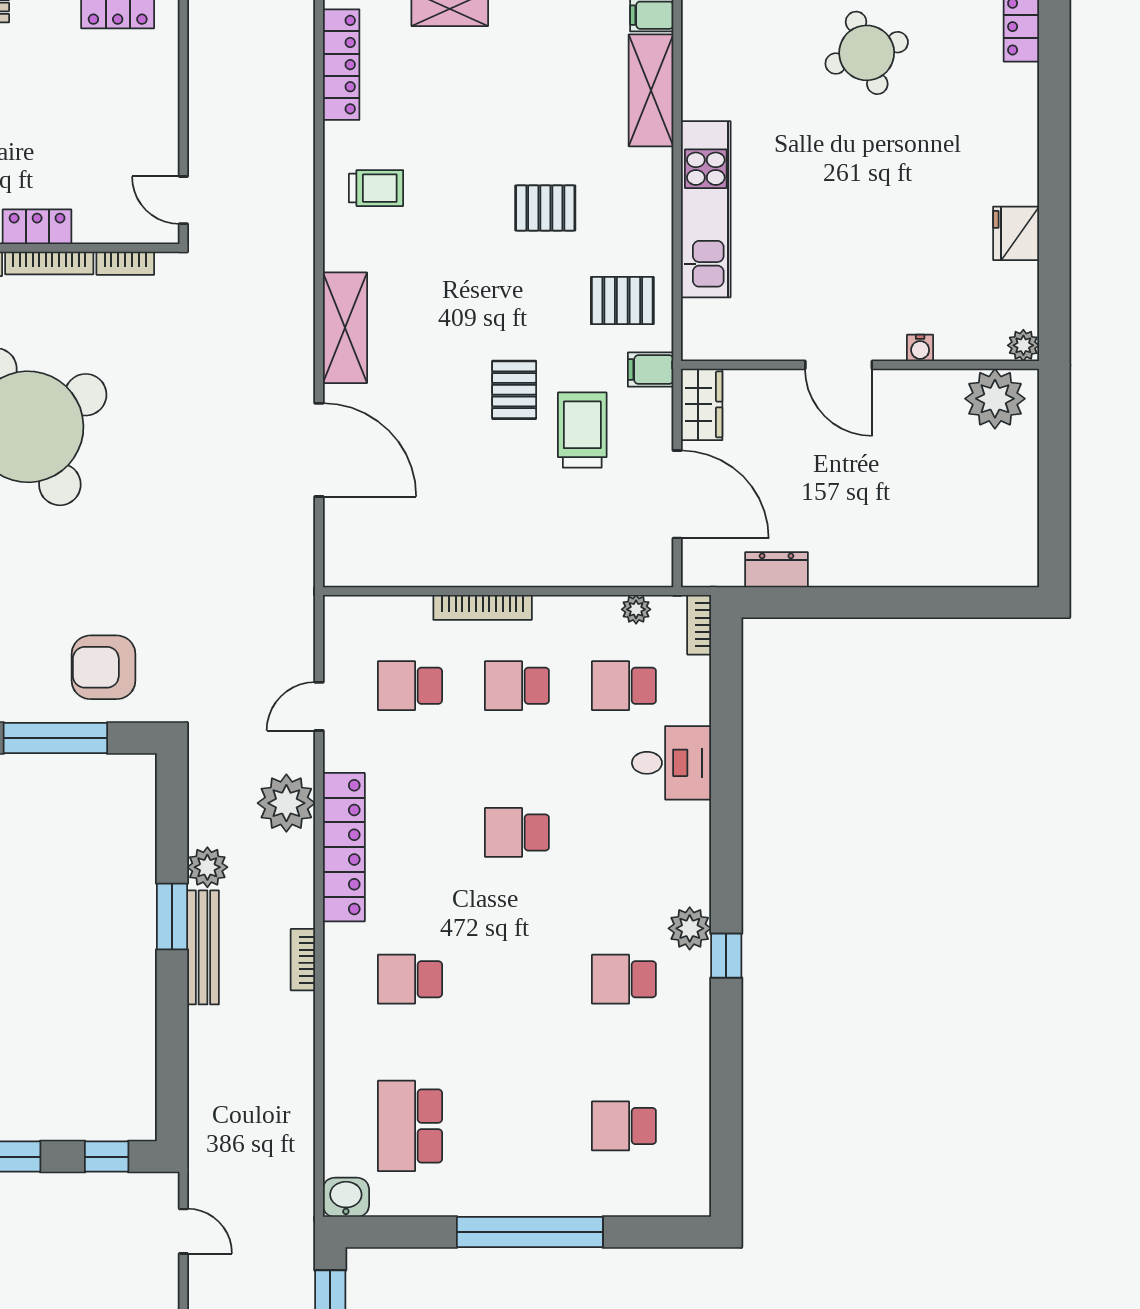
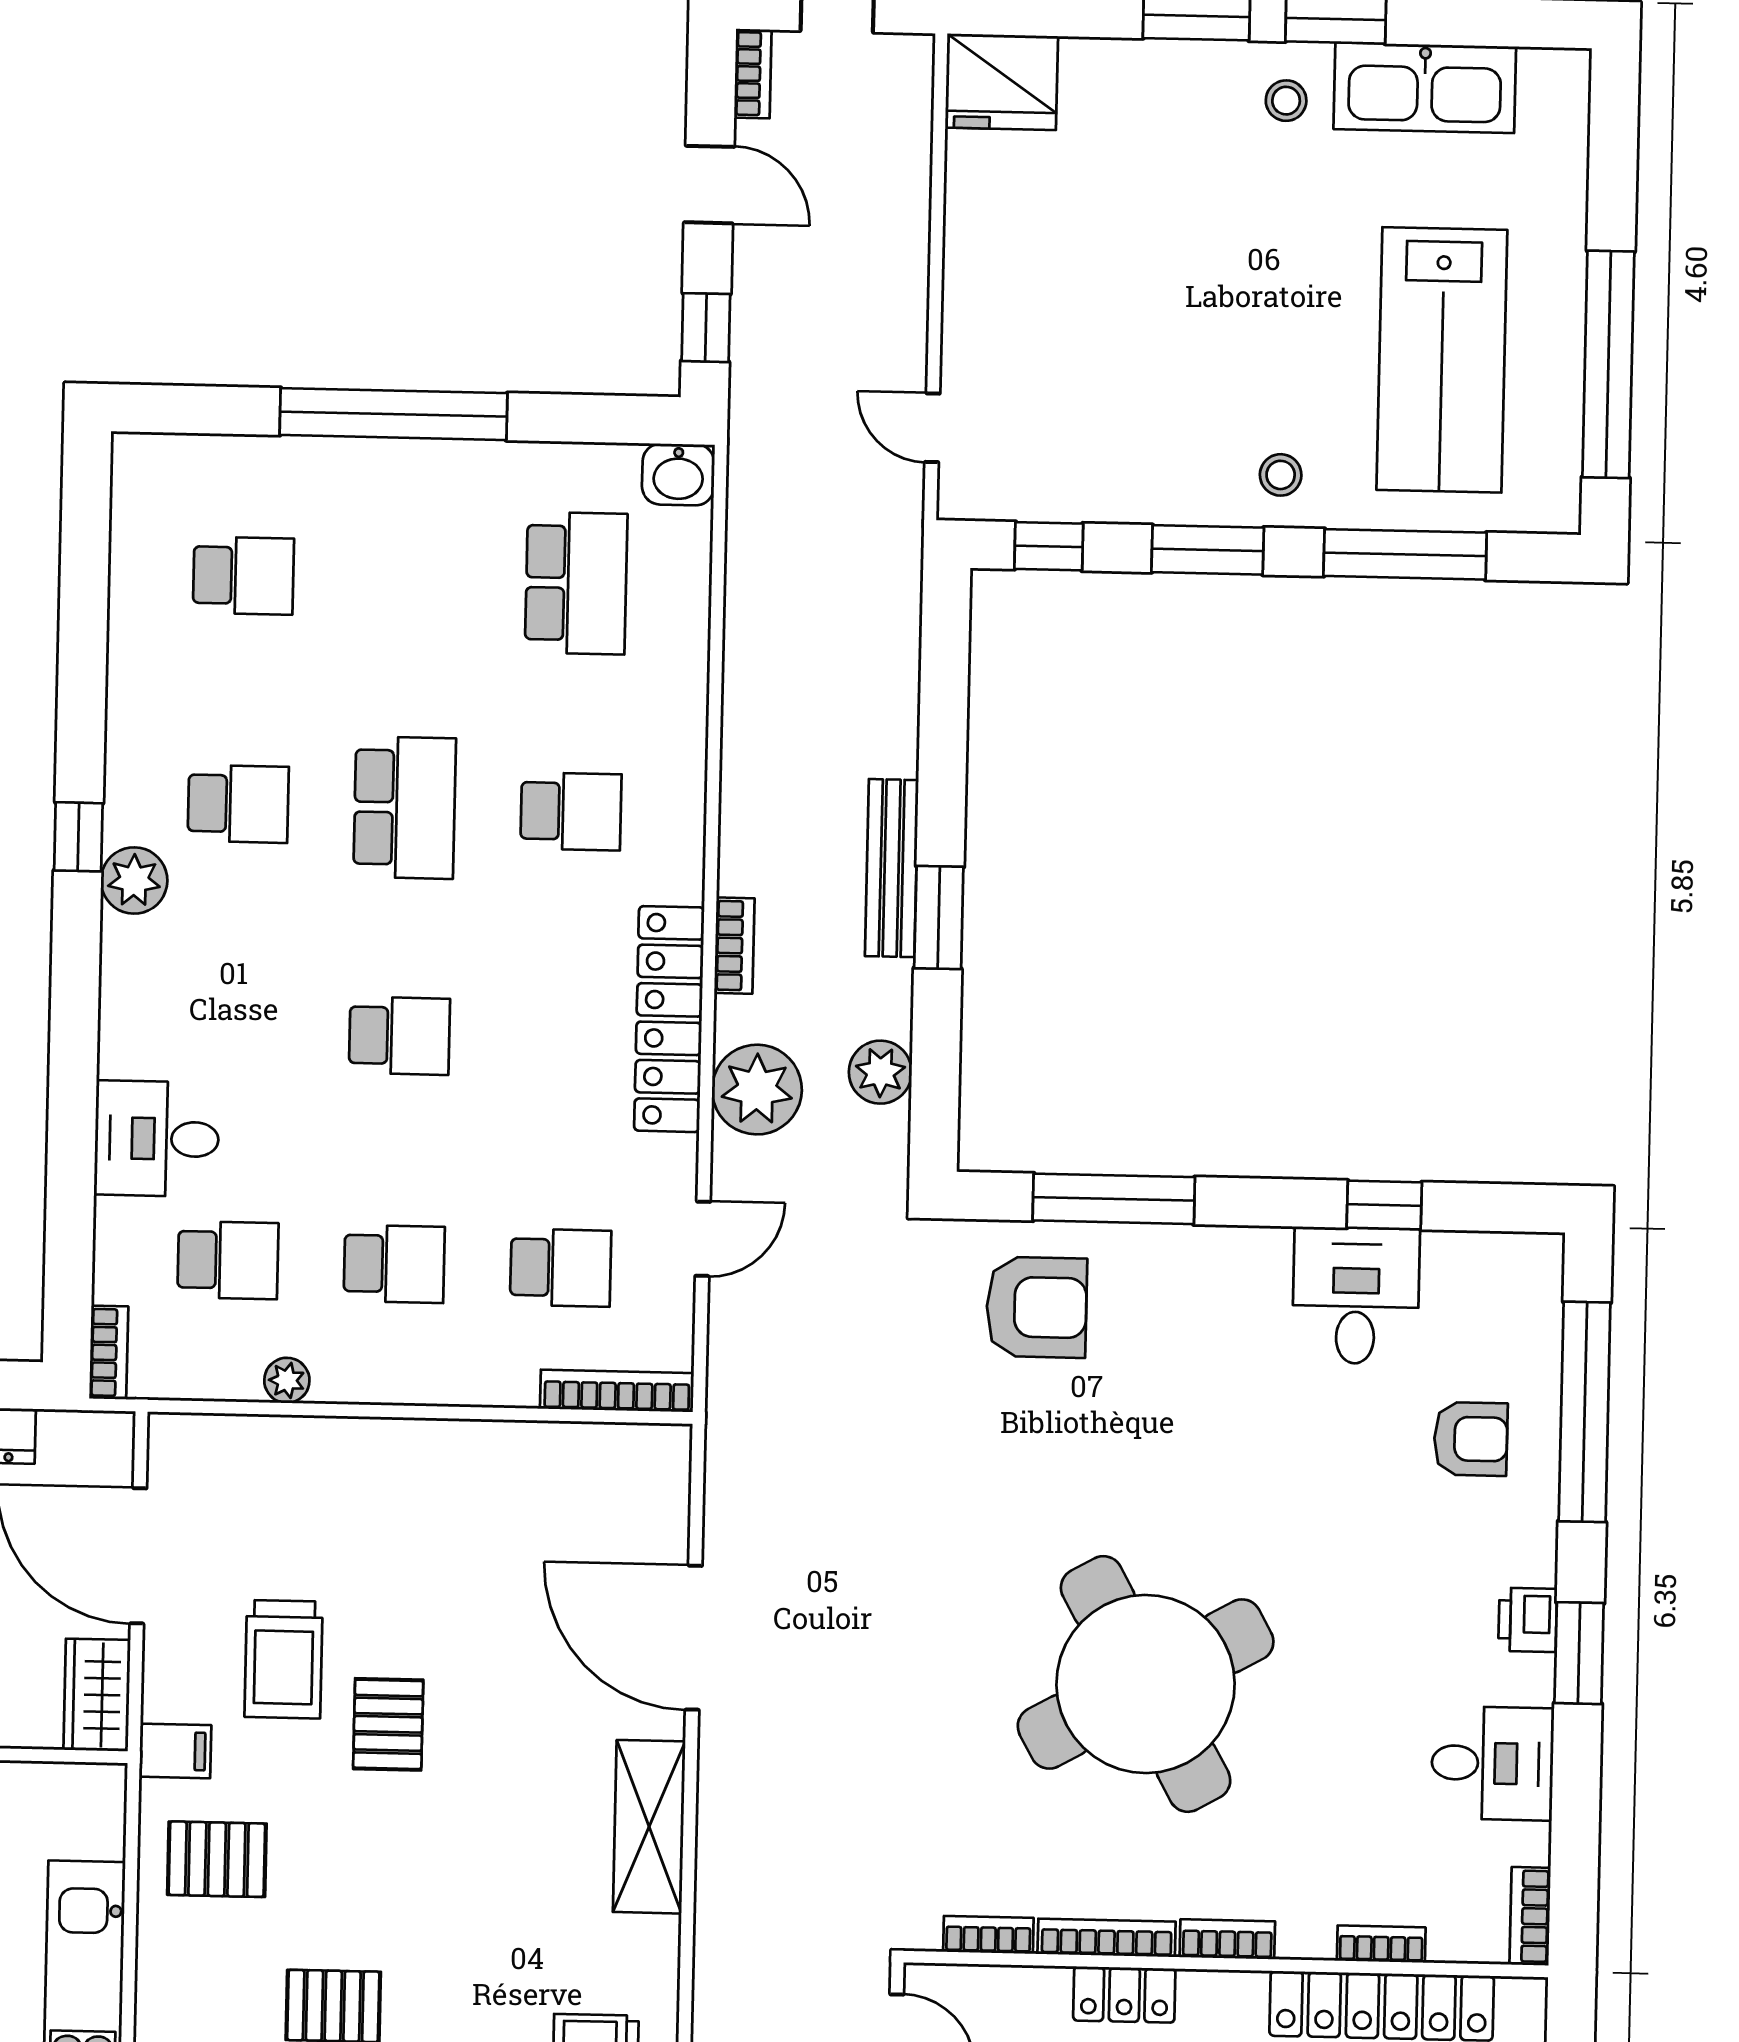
bookcase: (483, 607) -> (617, 1391), moved
plant: (636, 609) -> (287, 1380), moved
plant: (207, 867) -> (880, 1072), moved
bookcase: (303, 960) -> (734, 946), moved
school desk: (517, 979) -> (405, 808), added

